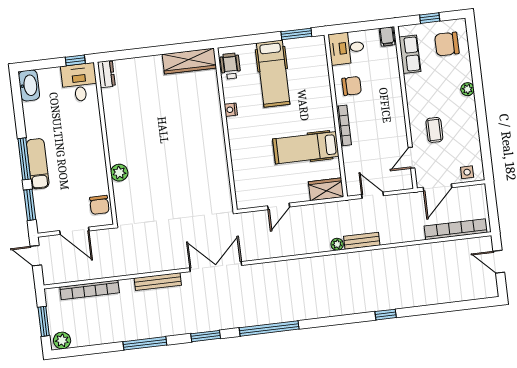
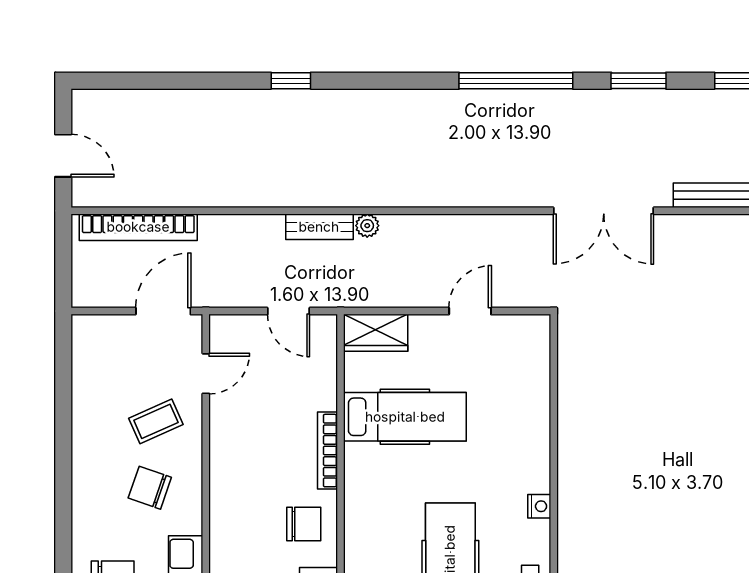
chair: (352, 86) -> (304, 524), turned 180
plant: (467, 89) -> (84, 492), removed
chair: (433, 95) -> (150, 488), added
coffee table: (434, 130) -> (156, 421), turned 66
side table: (467, 172) -> (103, 333), removed

